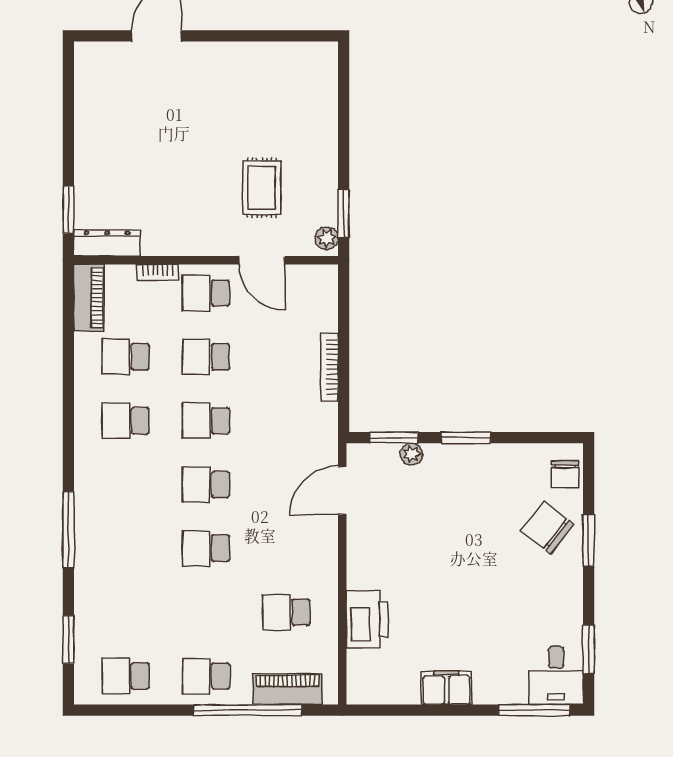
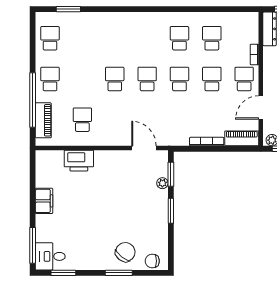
piano: (89, 298) -> (242, 138), moved, turned 180
window: (68, 530) -> (124, 9), removed

